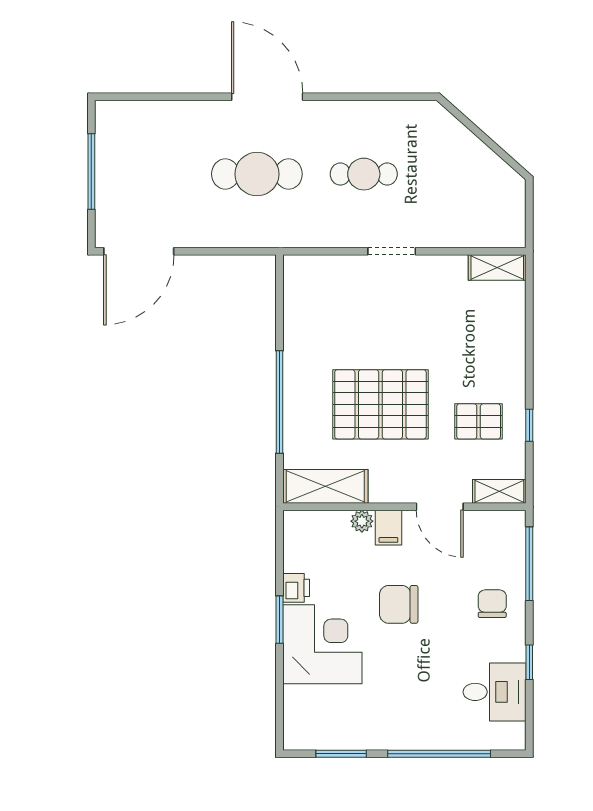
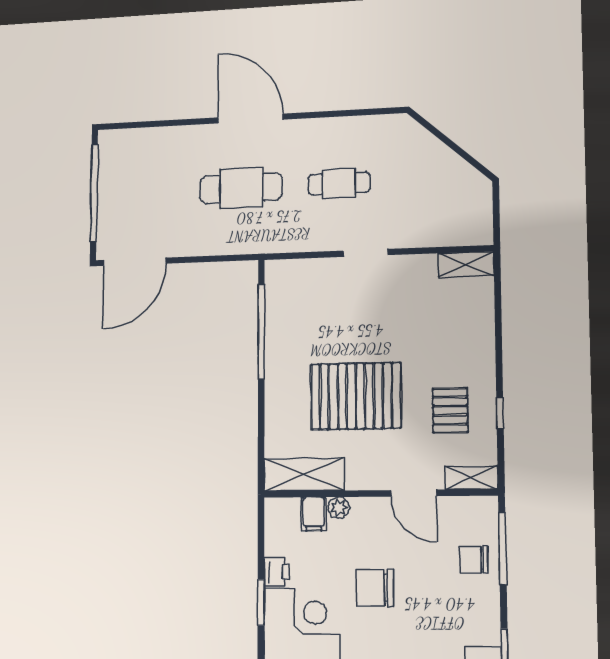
window: (91, 172) -> (94, 193), width x1.46
window: (279, 402) -> (261, 331), moved
pallet: (479, 421) -> (450, 411), turned 90
filing cabinet: (388, 528) -> (314, 514), moved
chair: (492, 604) -> (474, 560), moved, turned -90

